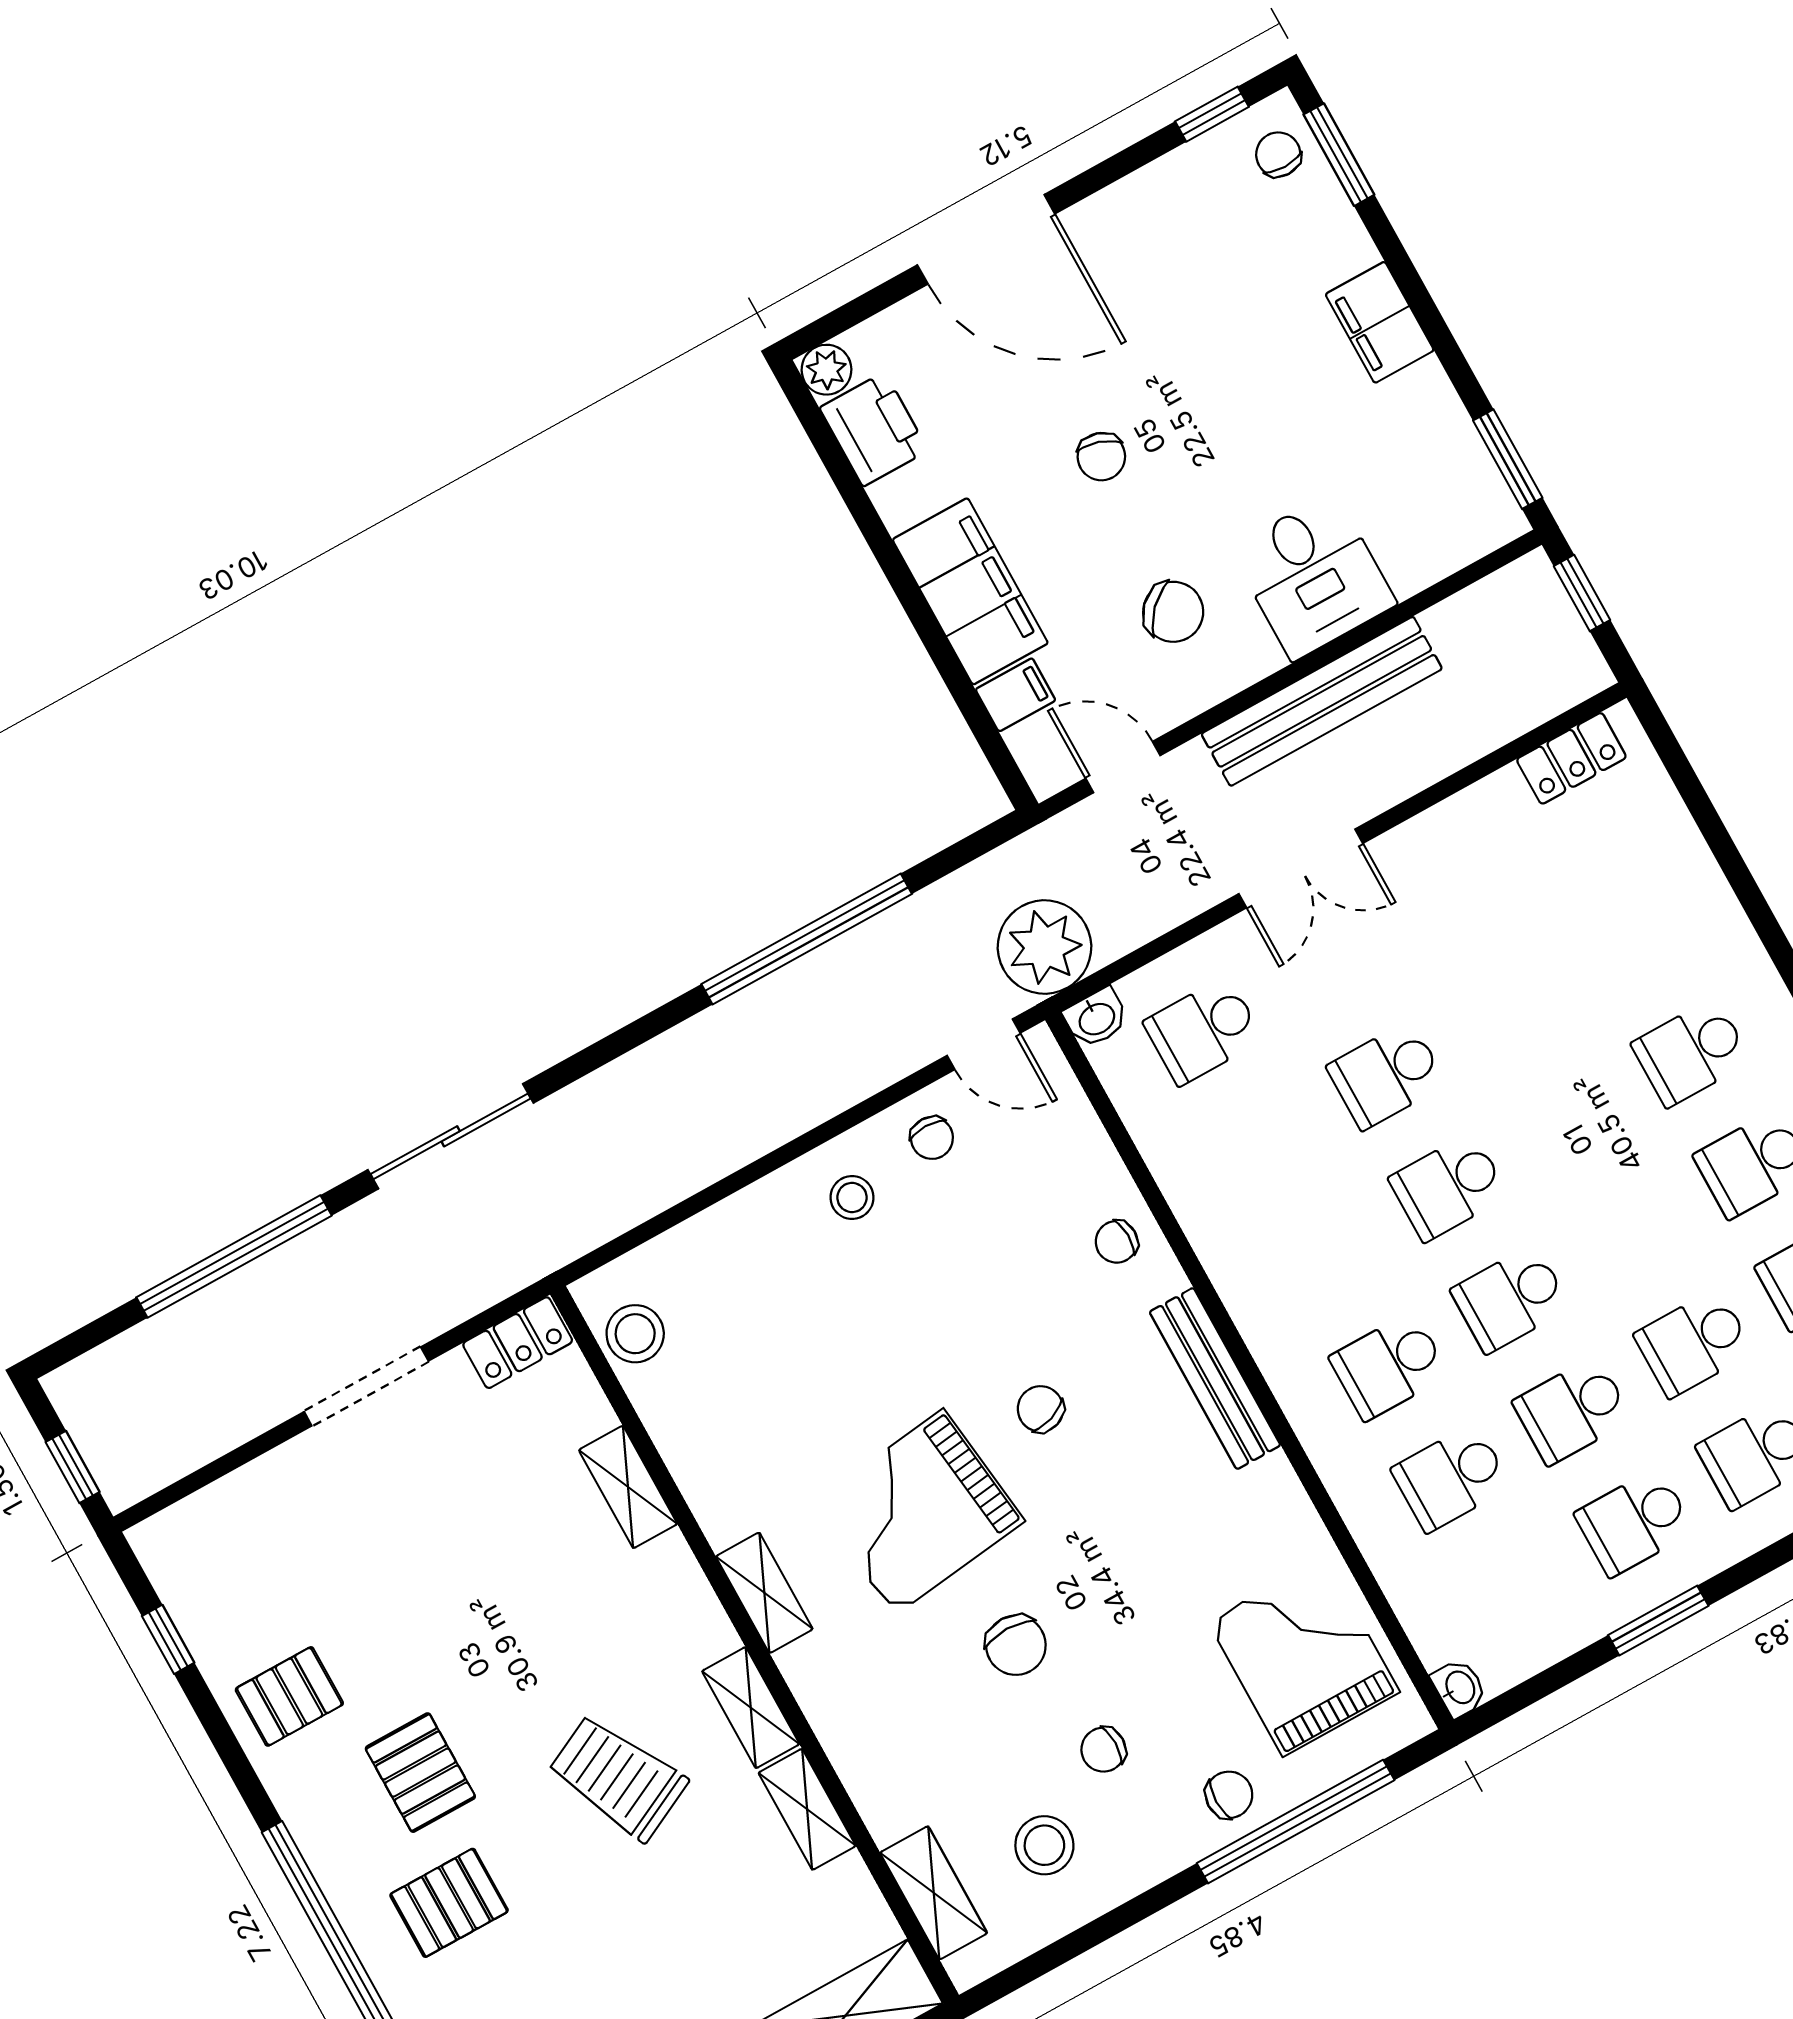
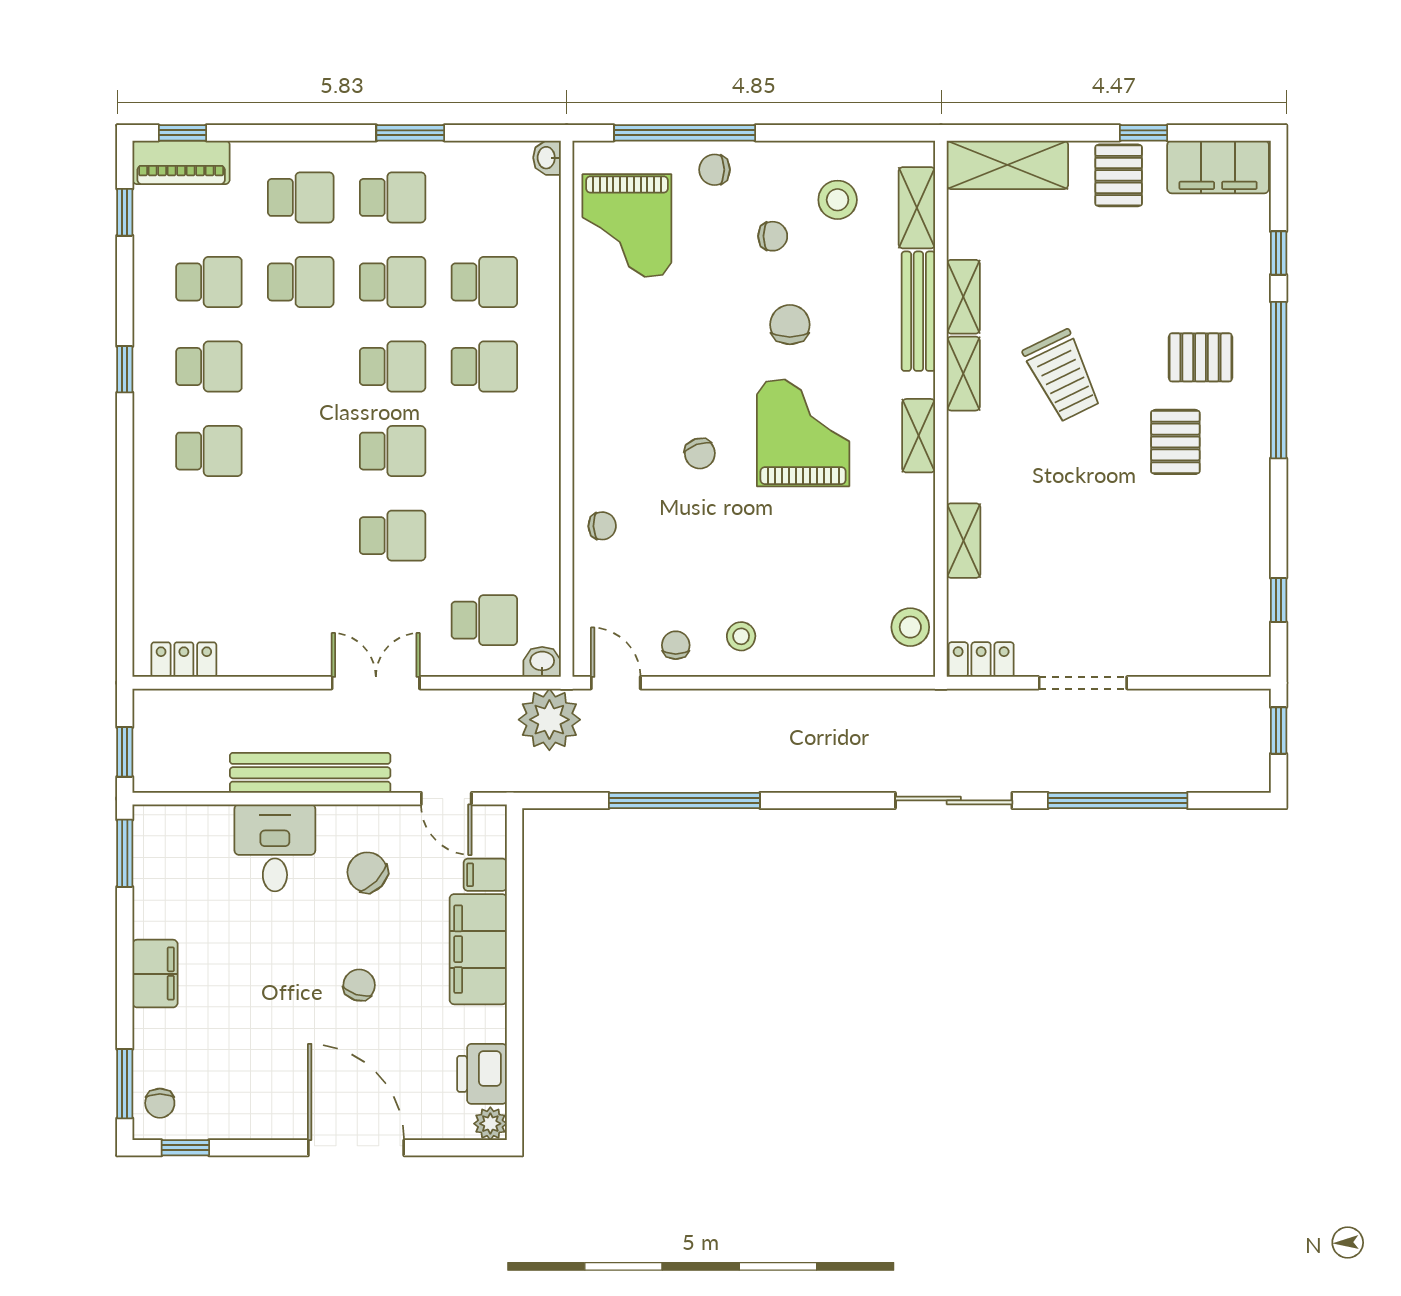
bench: (1215, 1379) -> (918, 311), moved
grand piano: (919, 1512) -> (803, 433), turned -83
pallet: (289, 1696) -> (1227, 528), removed

